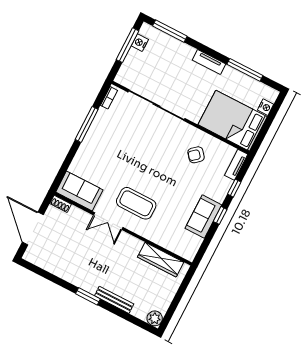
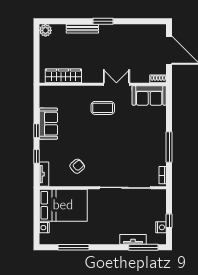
window: (128, 45) -> (169, 221), width x0.46
tv unit: (209, 62) -> (133, 239), moved
coffee table: (136, 203) -> (103, 108), width x0.73, depth x0.76

